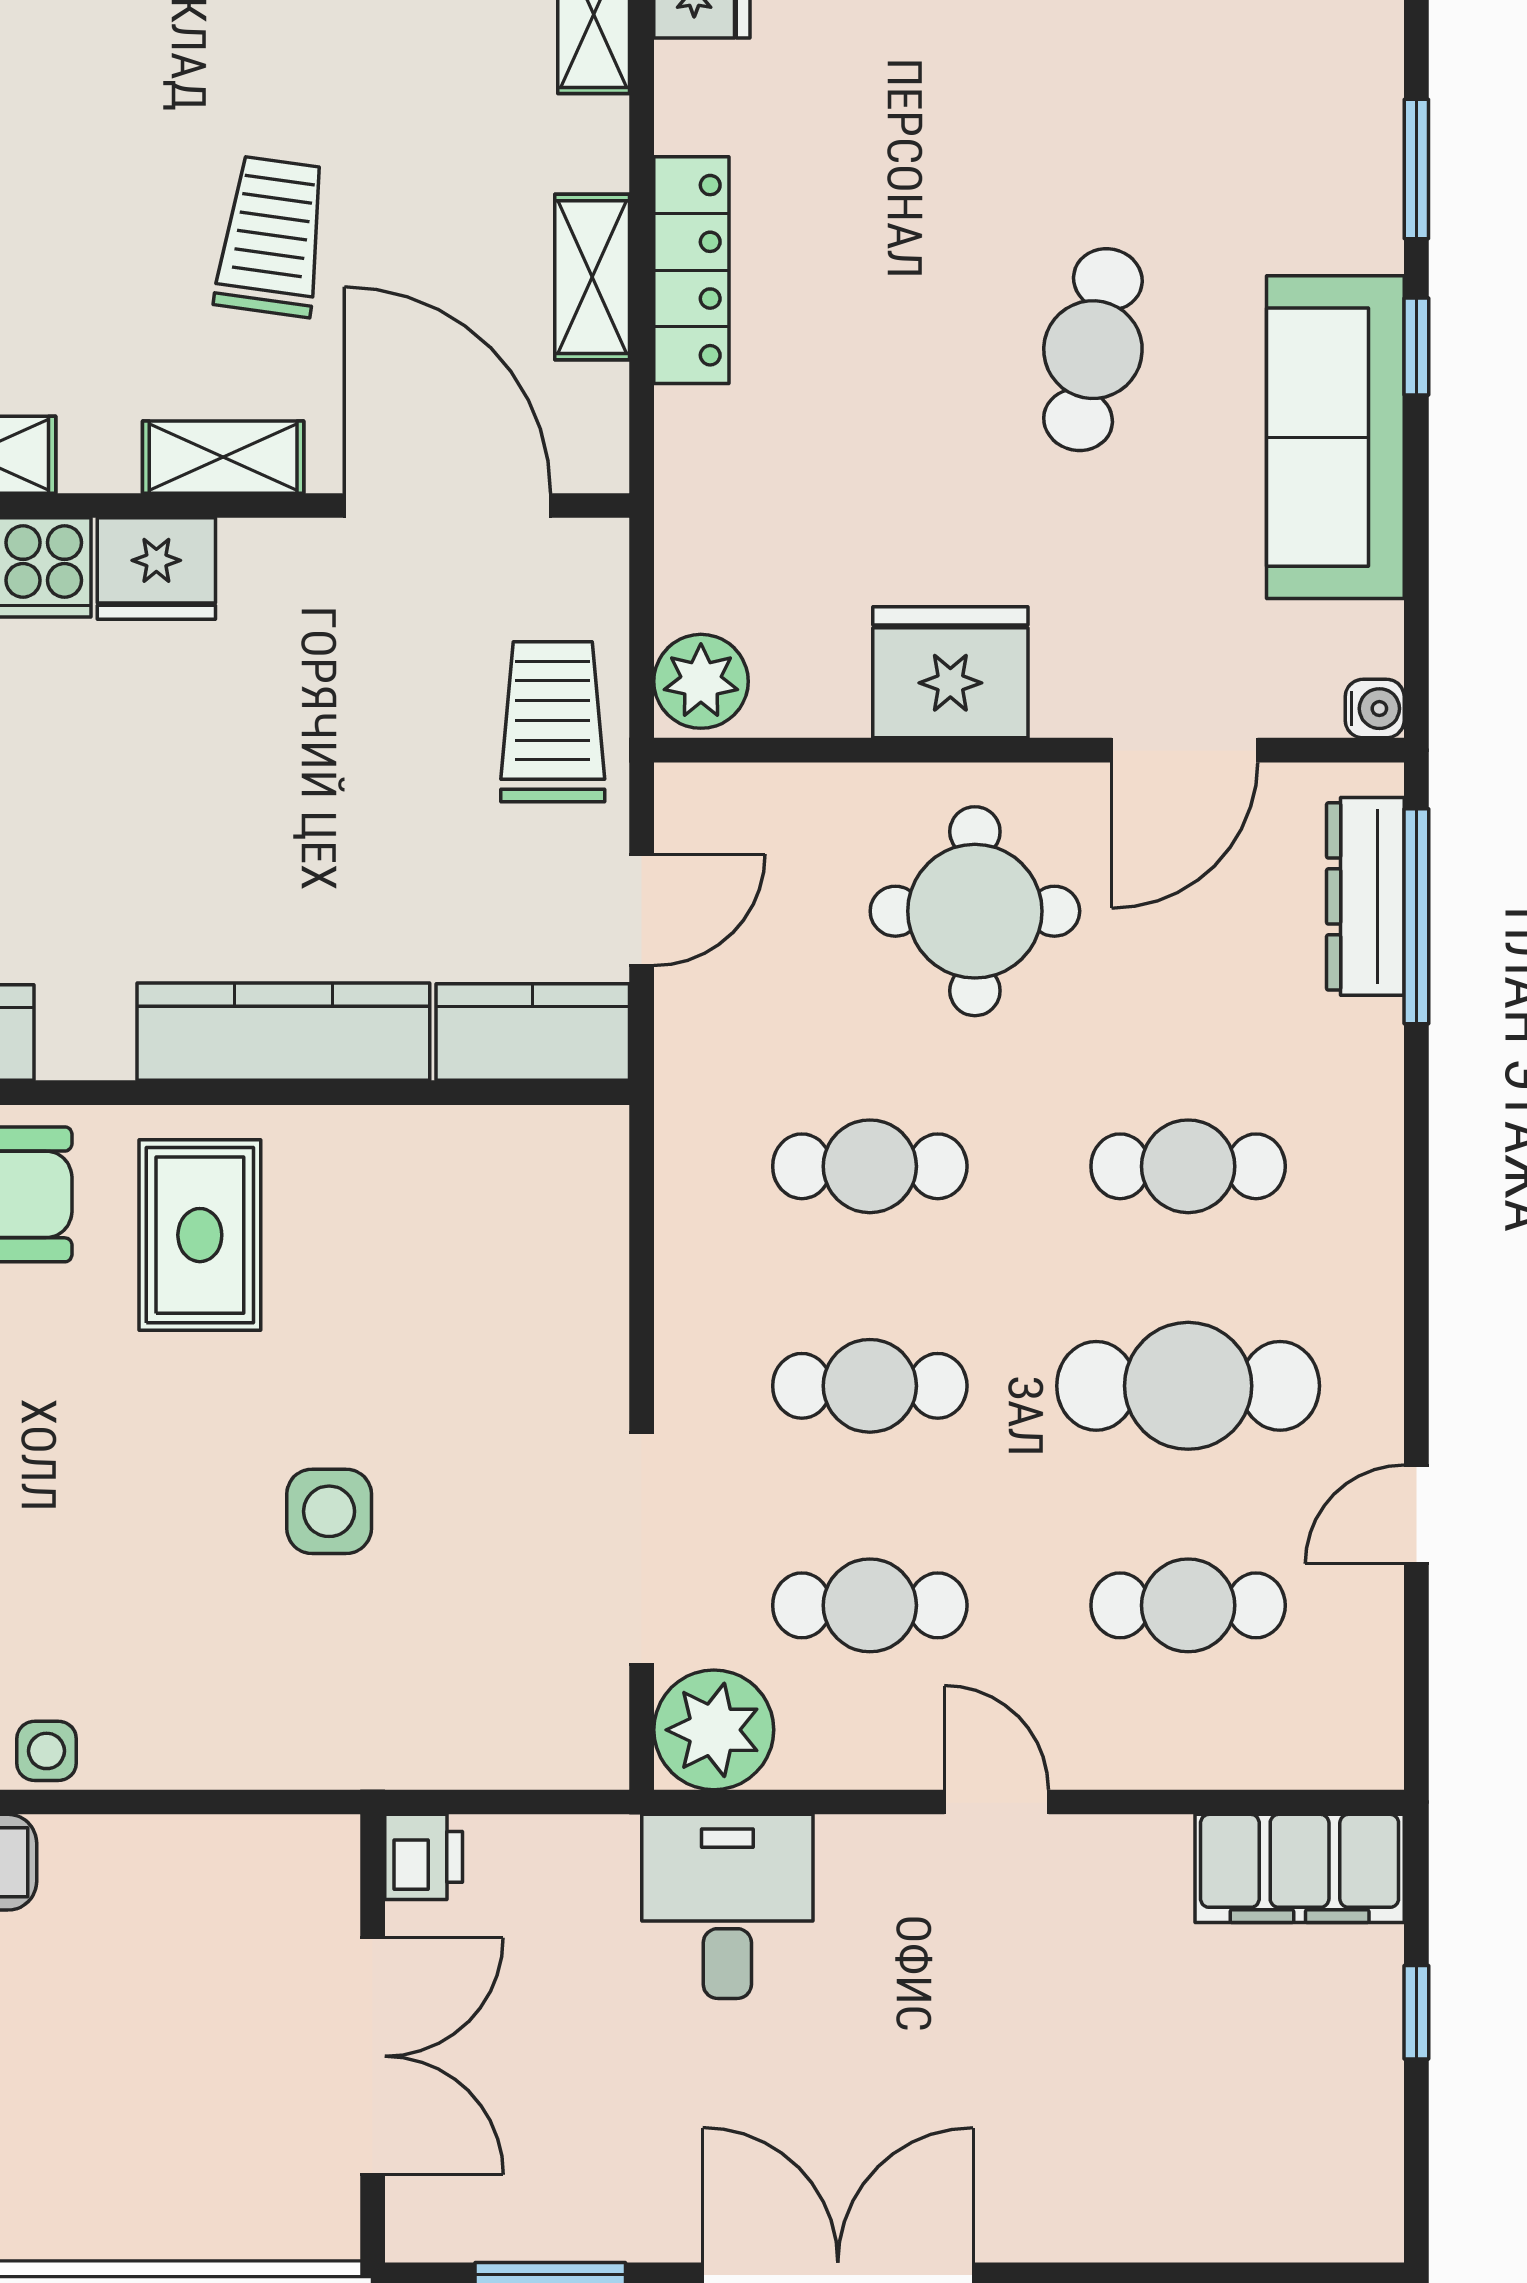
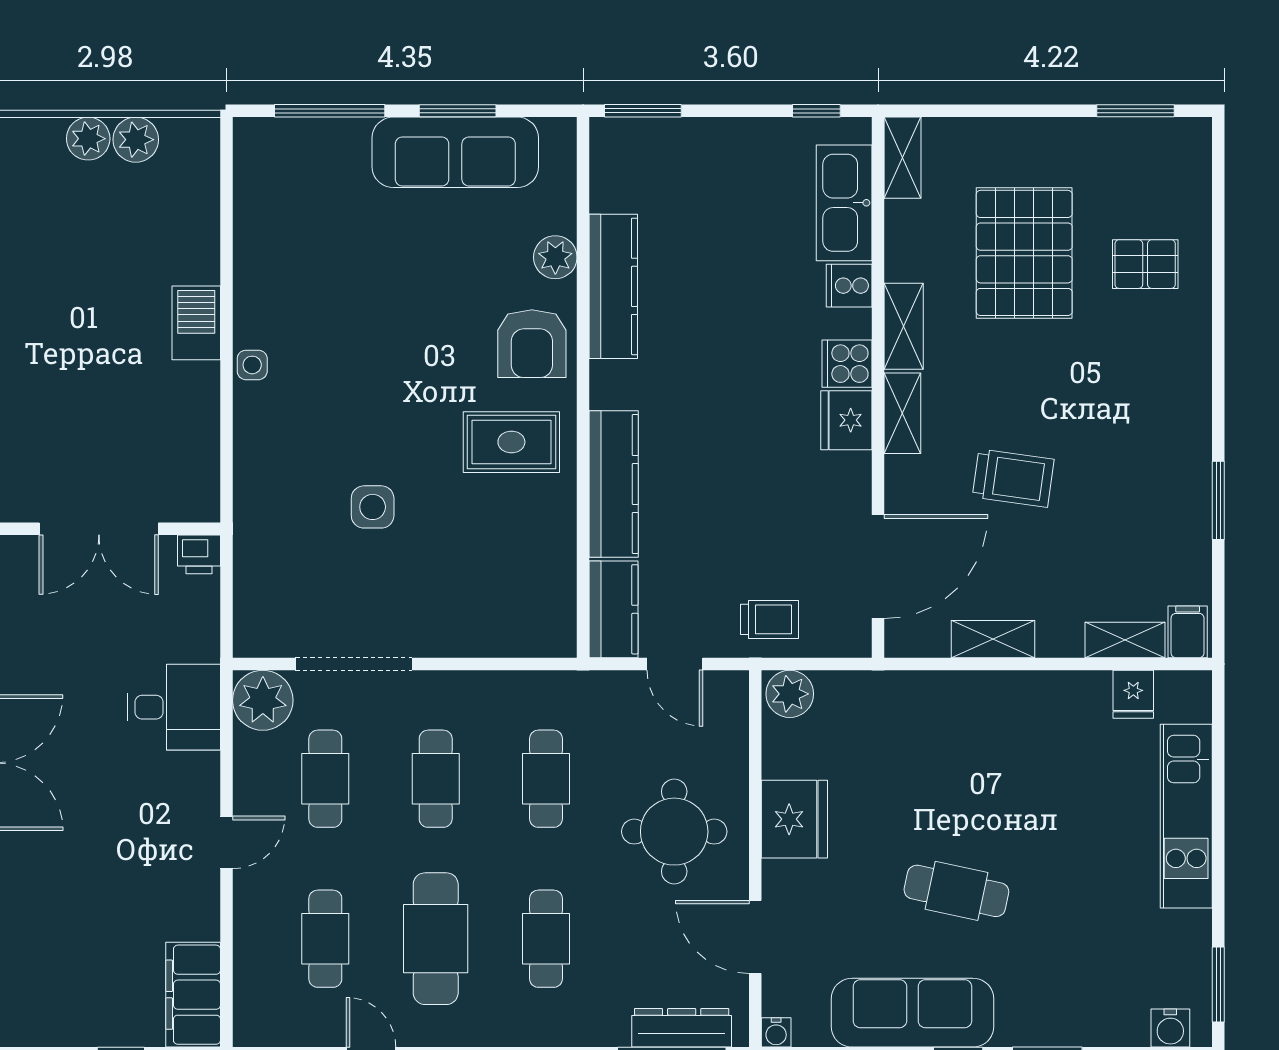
locker: (691, 270) -> (996, 689), removed
shelving: (223, 457) -> (902, 413), moved
trolley: (553, 722) -> (769, 619), width x0.73, depth x0.72

